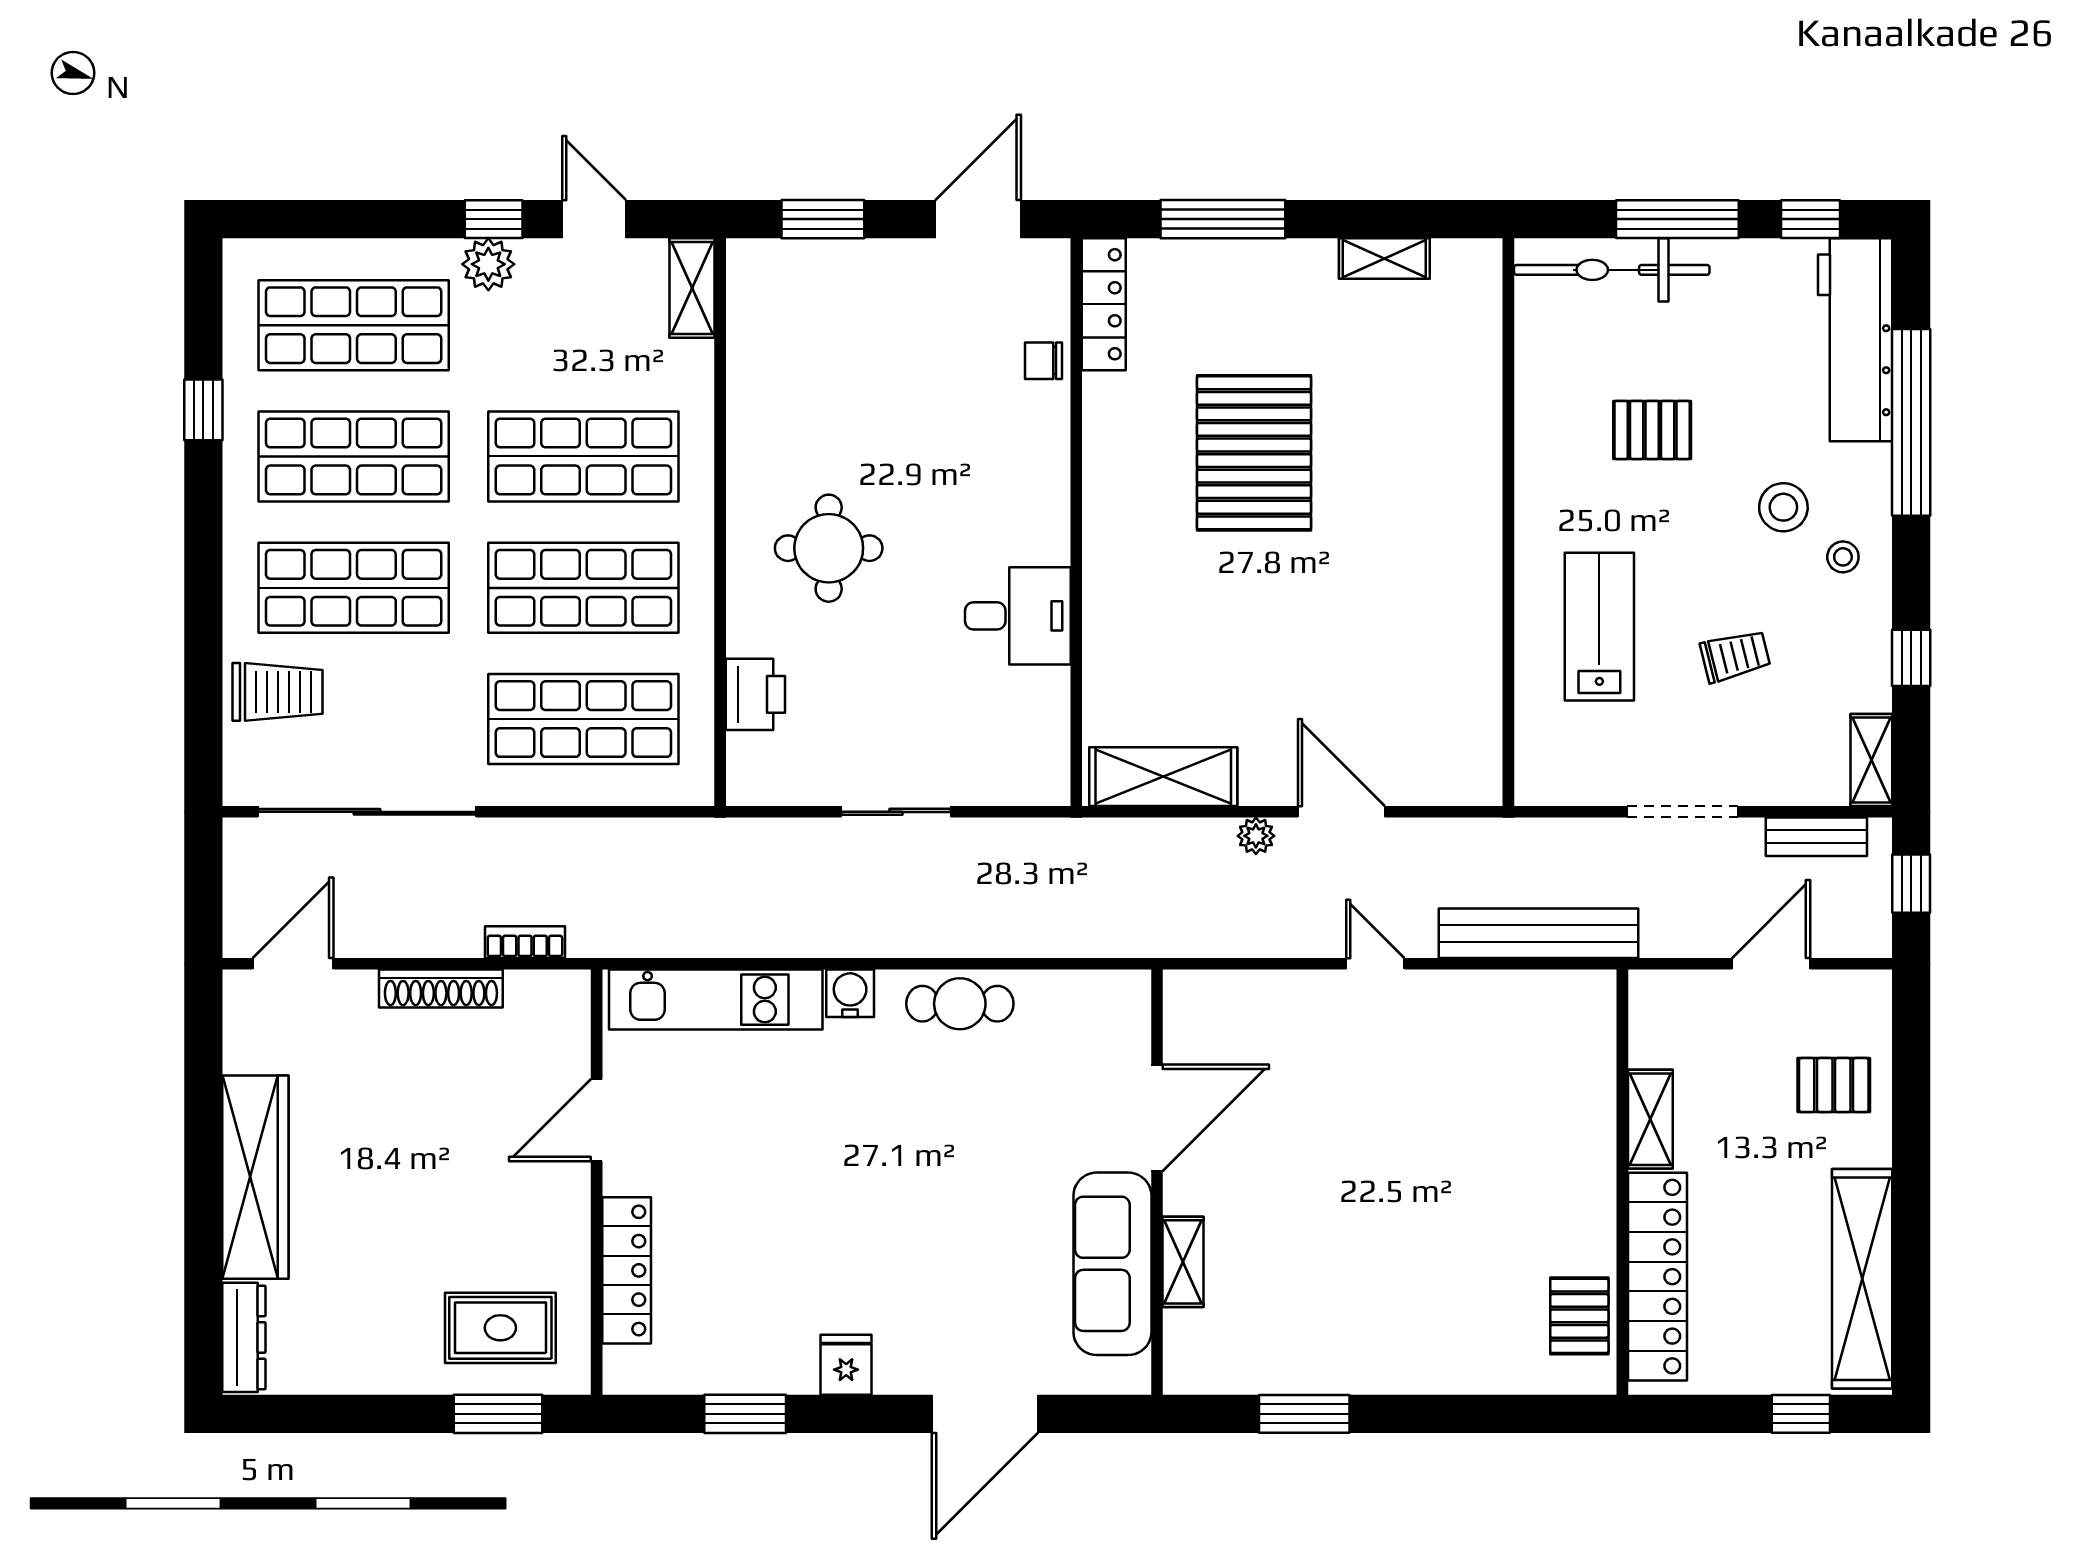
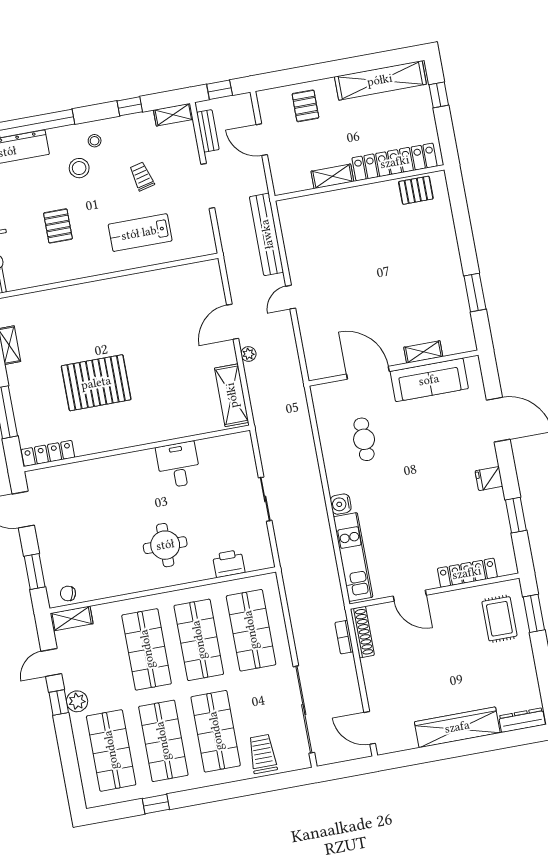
chair: (1044, 361) -> (68, 593), moved, turned 106
shoe rack: (441, 989) -> (362, 632), moved
cafe table: (960, 1004) -> (364, 439), moved

